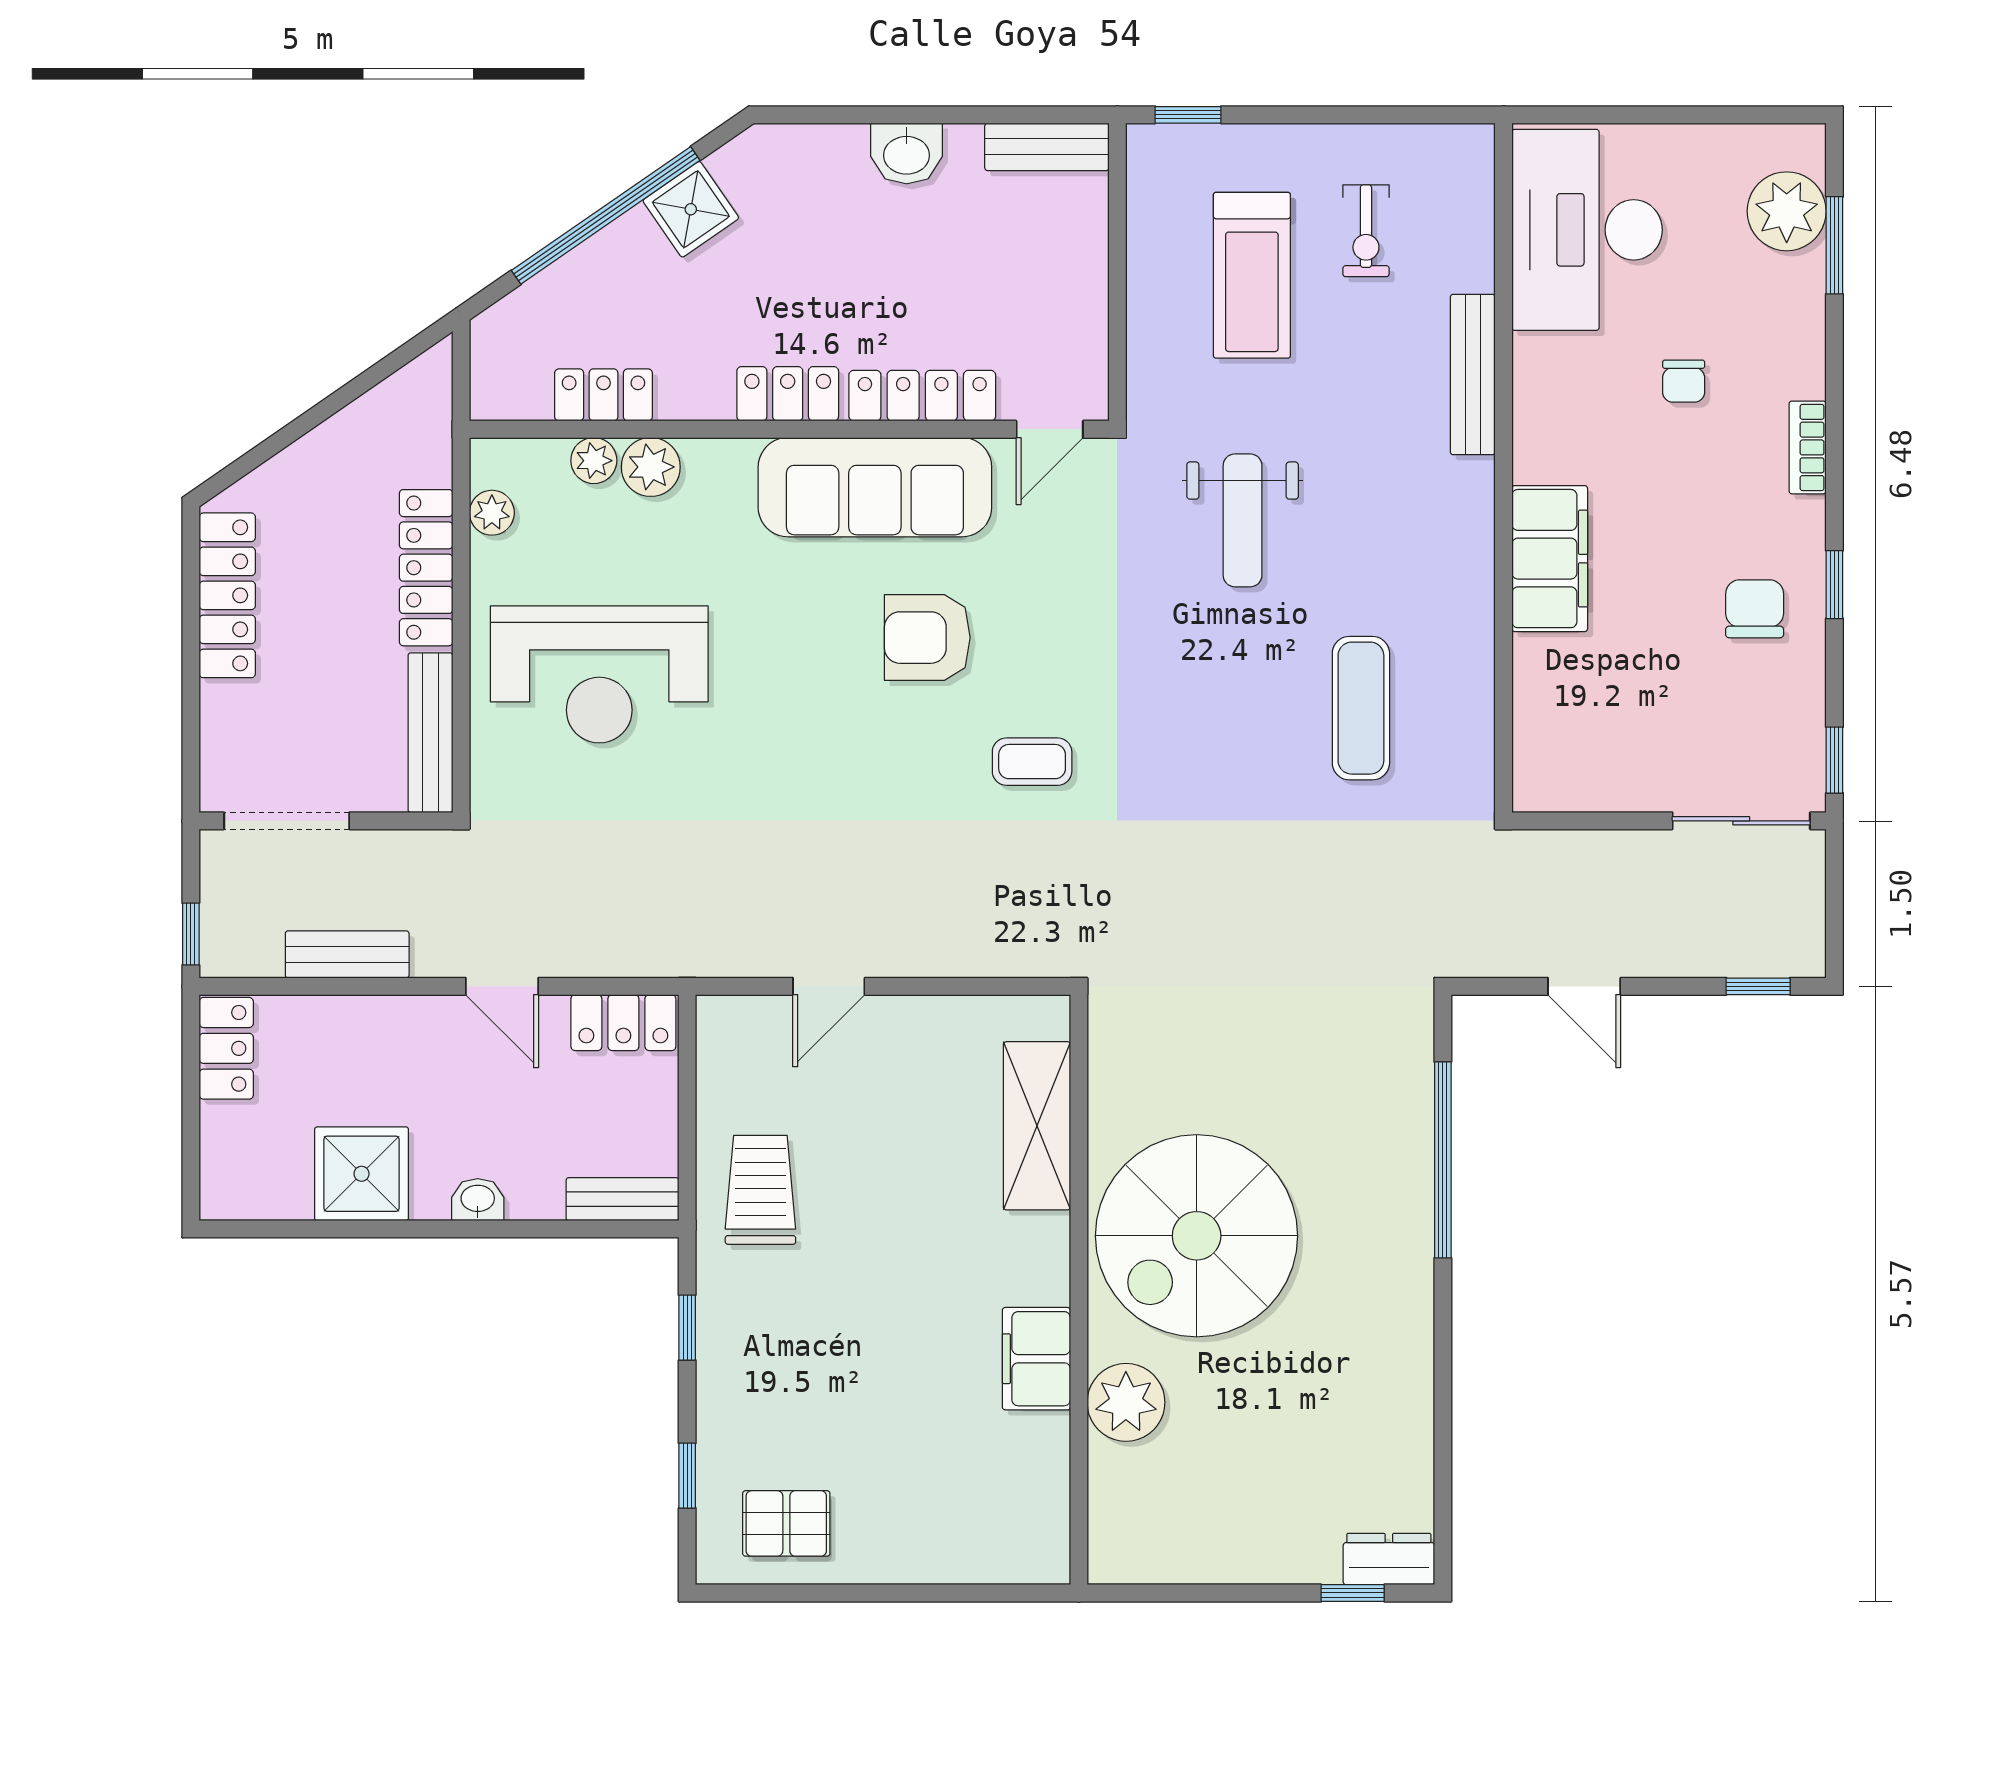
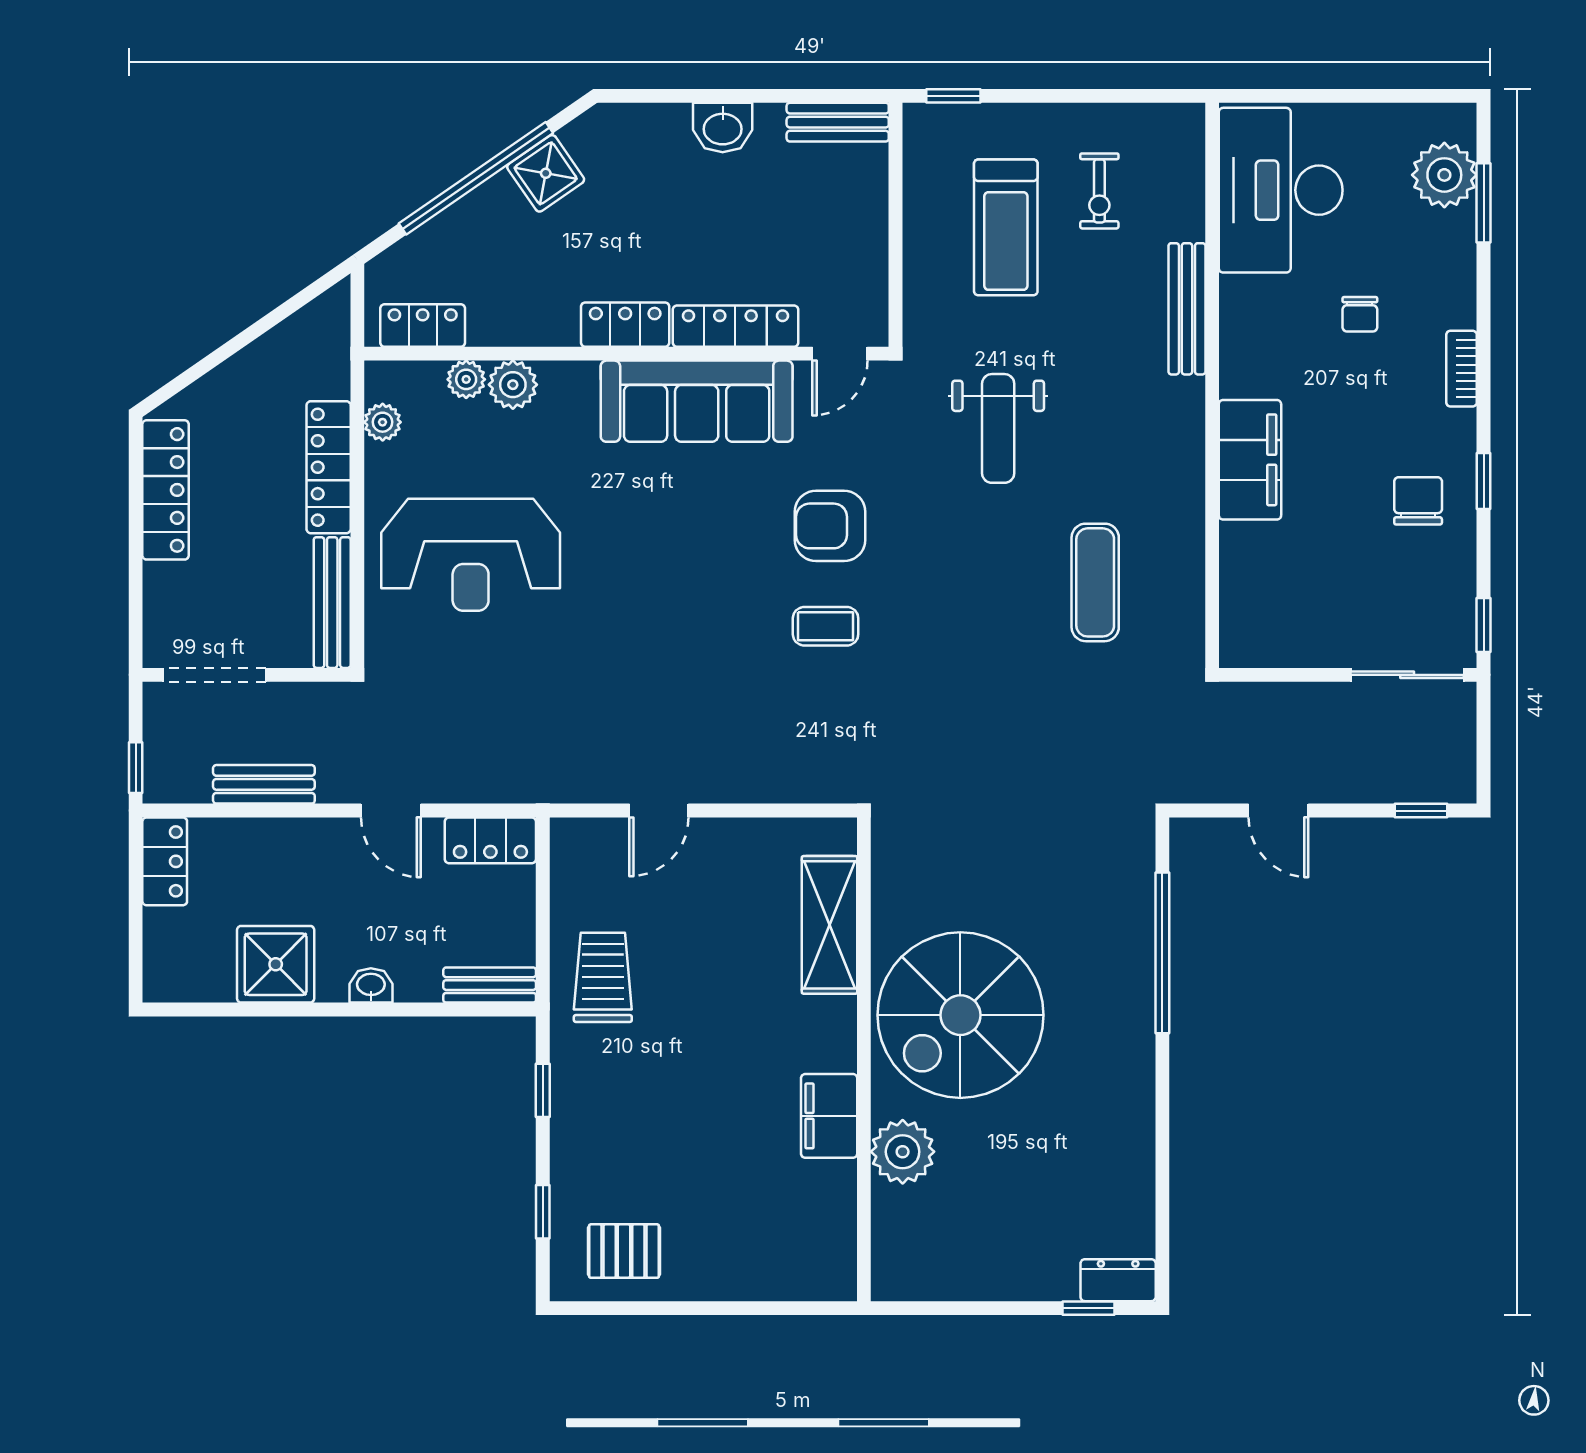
locker: (603, 395) -> (423, 326), moved
armchair: (927, 638) -> (830, 526), moved

